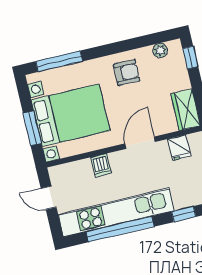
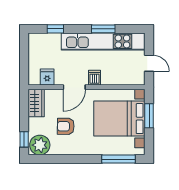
plant: (160, 51) -> (40, 145), width x1.88, depth x1.88
armchair: (127, 72) -> (66, 126), moved
dishwasher: (101, 165) -> (95, 78), moved
window: (120, 229) -> (103, 29), width x0.47

